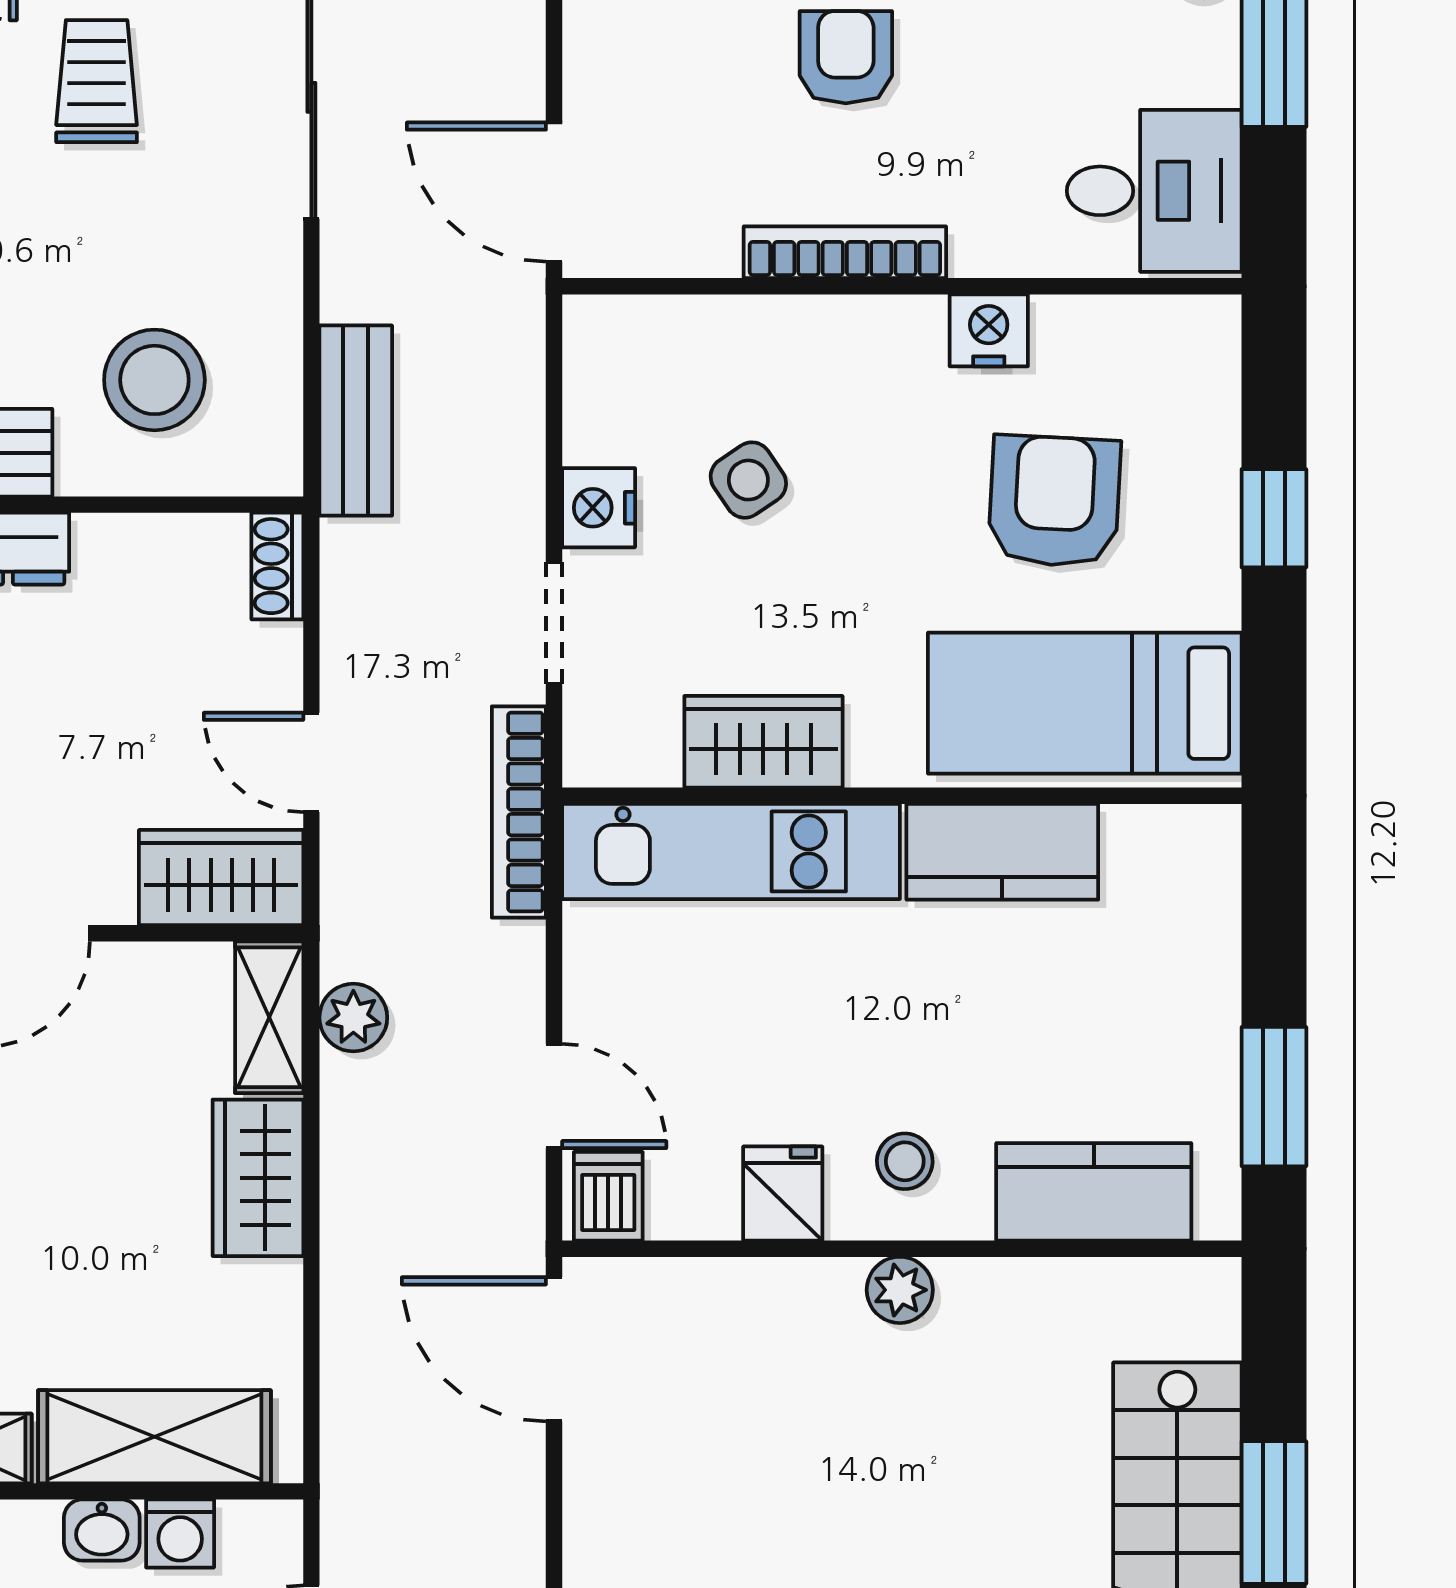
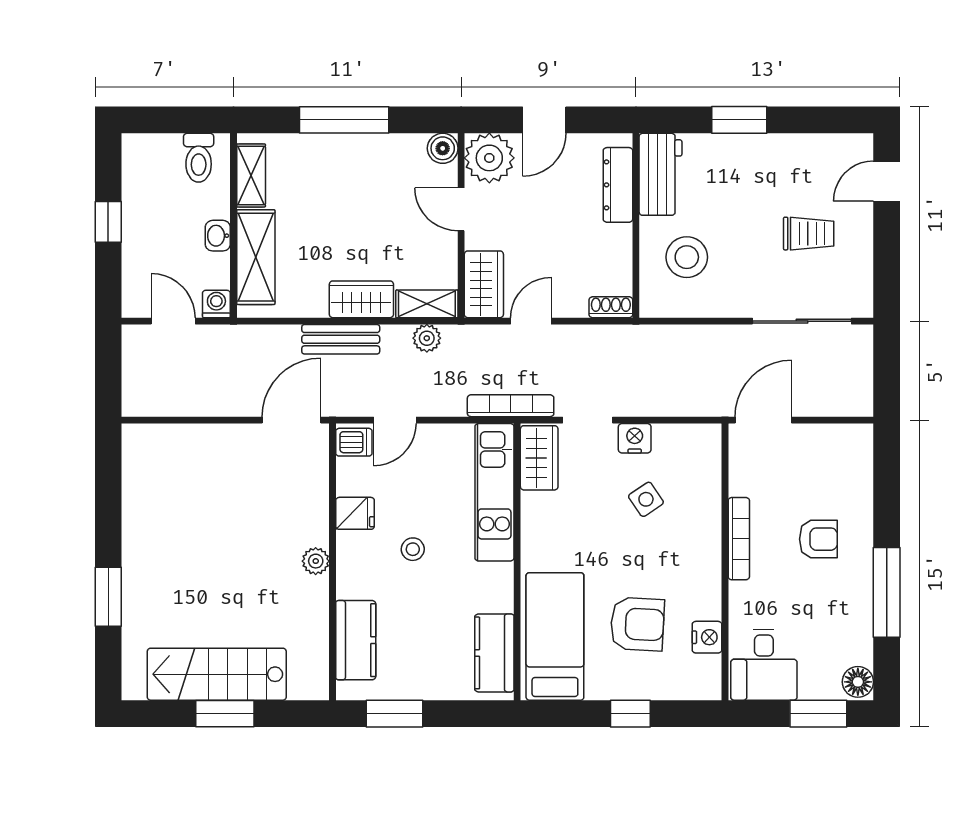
nightstand: (989, 330) -> (707, 637), moved
bench: (356, 421) -> (341, 339), moved
wardrobe: (763, 742) -> (539, 458), moved
kitchen counter: (1002, 852) -> (494, 653), moved
stool: (905, 1161) -> (413, 549), moved
washing machine: (180, 1534) -> (216, 304), moved, turned 90

